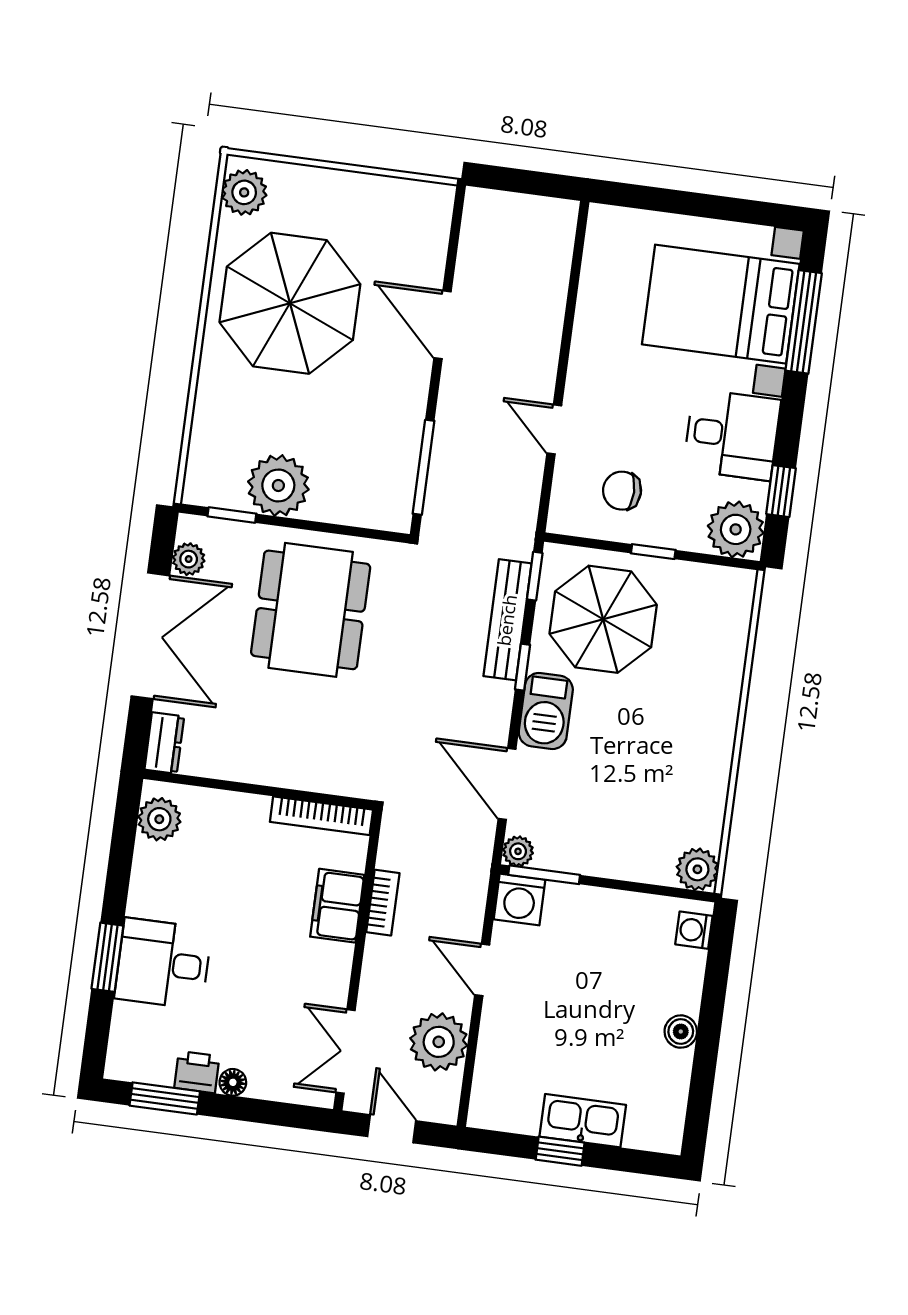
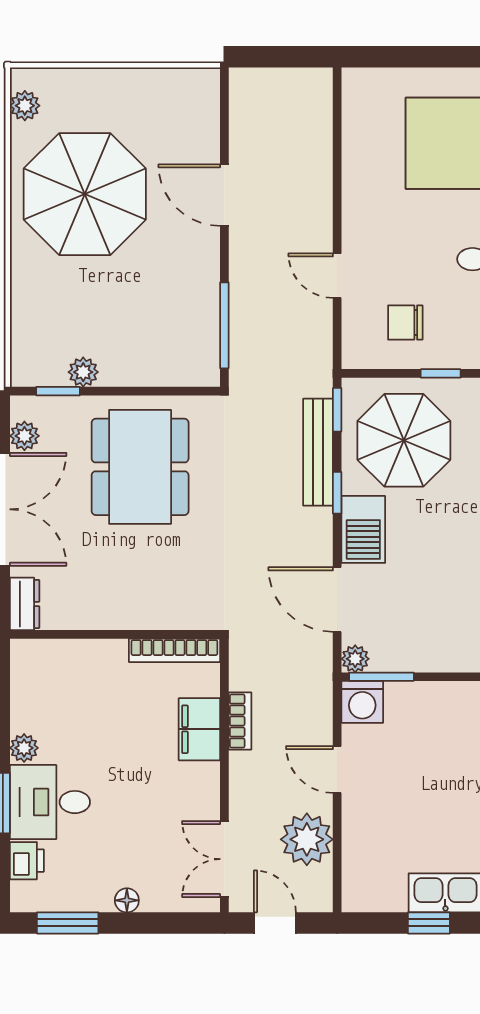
plant: (244, 192) -> (25, 106), width x0.73, depth x0.73
plant: (278, 485) -> (83, 372), width x0.53, depth x0.53
plant: (159, 819) -> (24, 748), moved, width x0.73, depth x0.73
printer: (197, 1072) -> (27, 861), moved, turned 90

